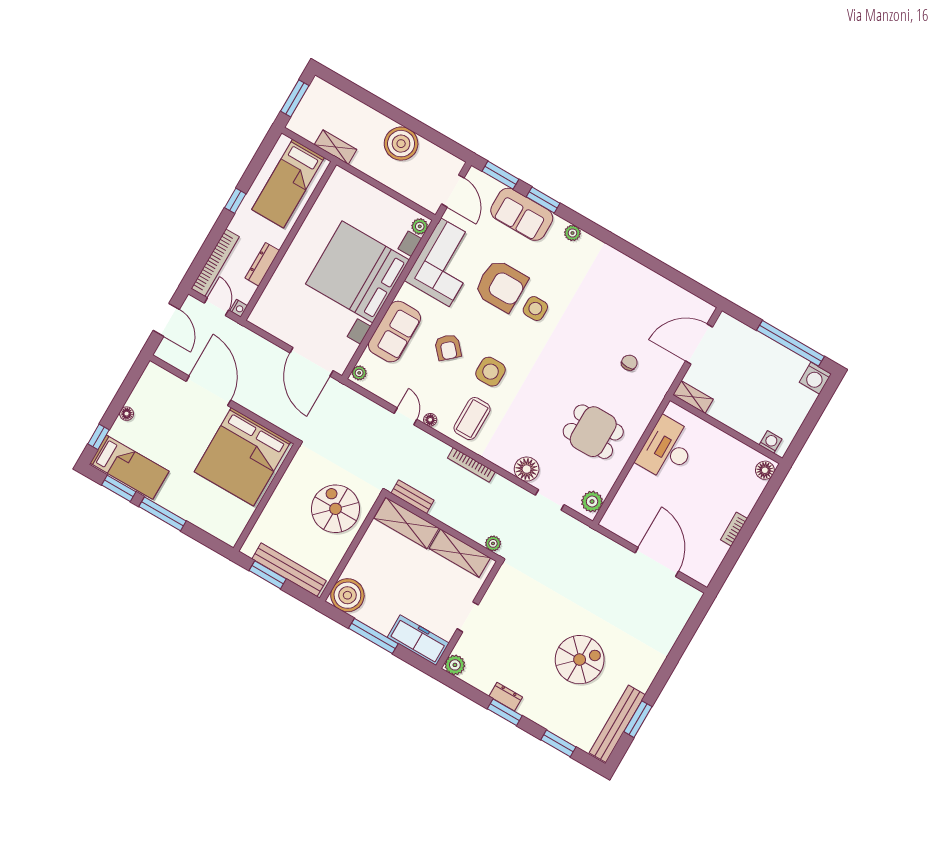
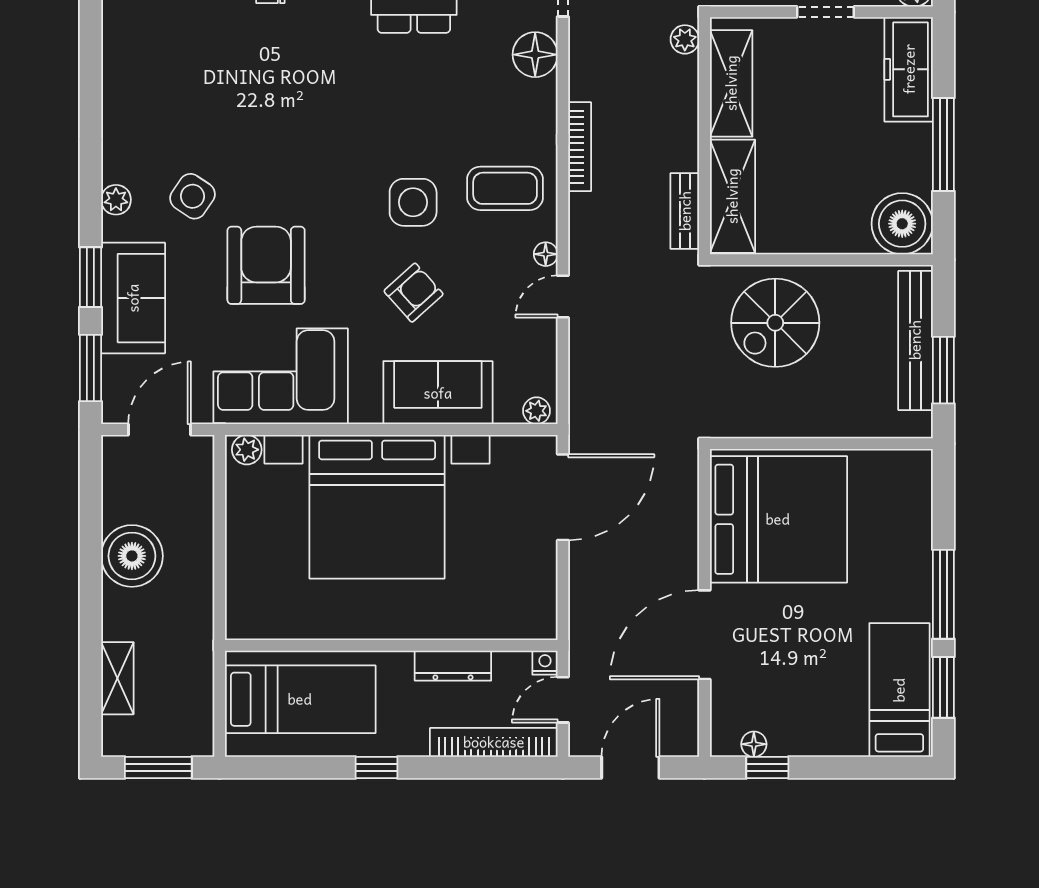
shelving: (336, 147) -> (117, 678), moved
side table: (535, 309) -> (192, 196), moved, turned 34
floor lamp: (127, 414) -> (754, 744), moved
window: (98, 437) -> (767, 767), moved

